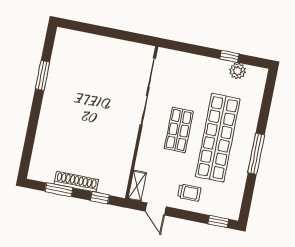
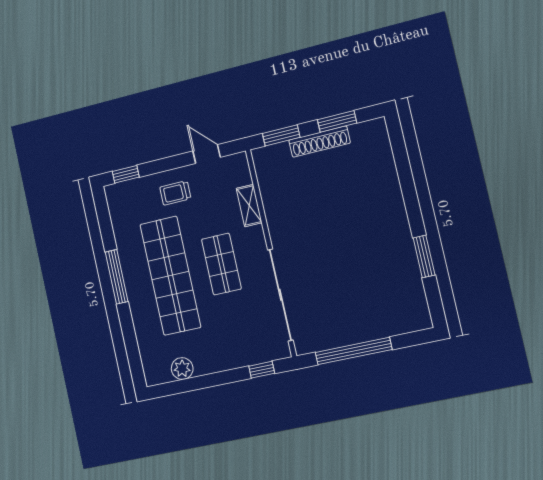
window: (116, 34) -> (353, 351), added
window: (229, 56) -> (262, 370), moved
shelving: (137, 186) -> (249, 206), moved
window: (100, 198) -> (281, 135), width x1.50

